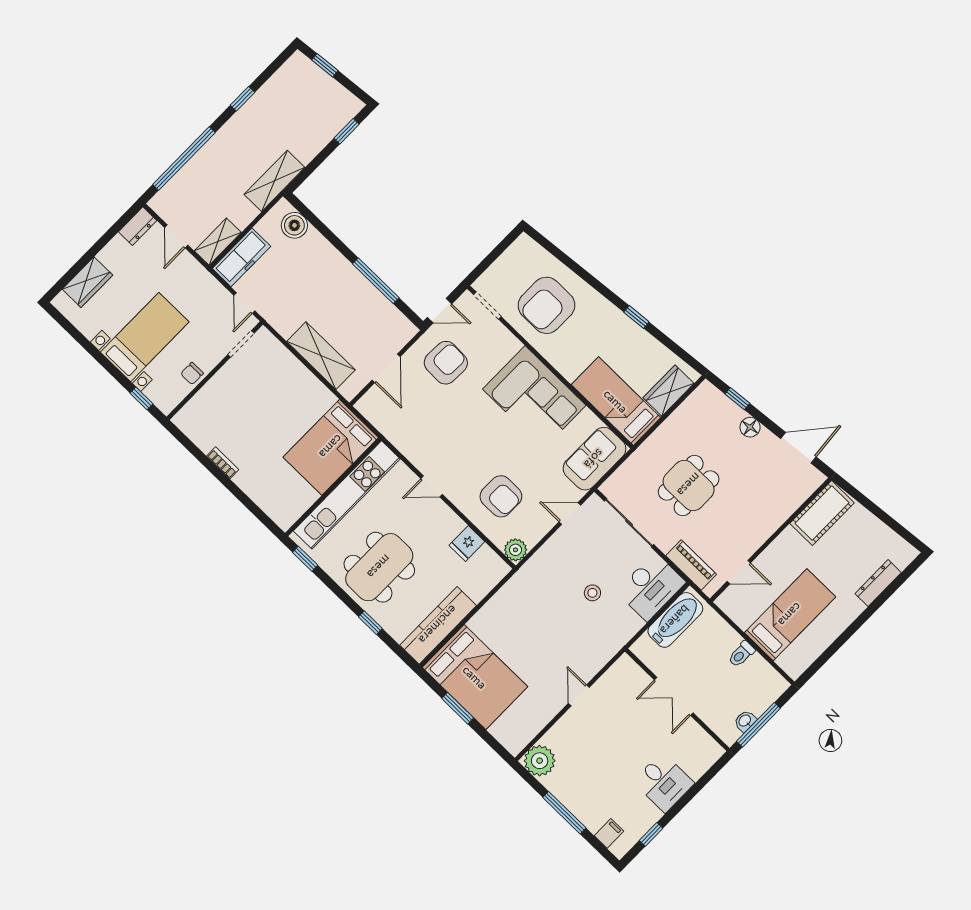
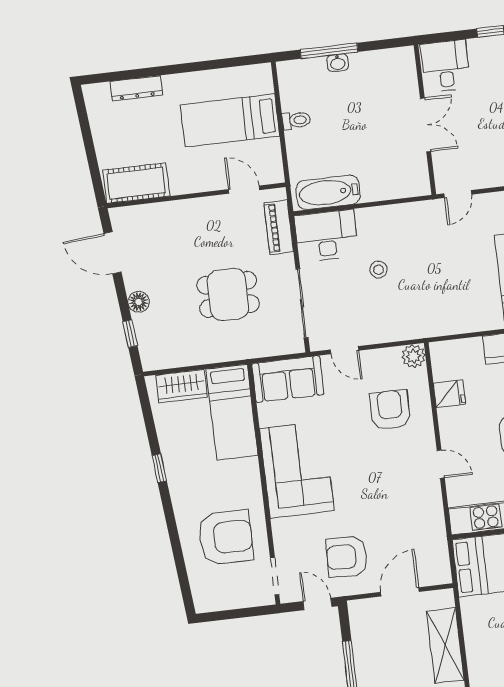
double door: (674, 696) -> (426, 125), moved
wall: (677, 700) -> (425, 120), moved

